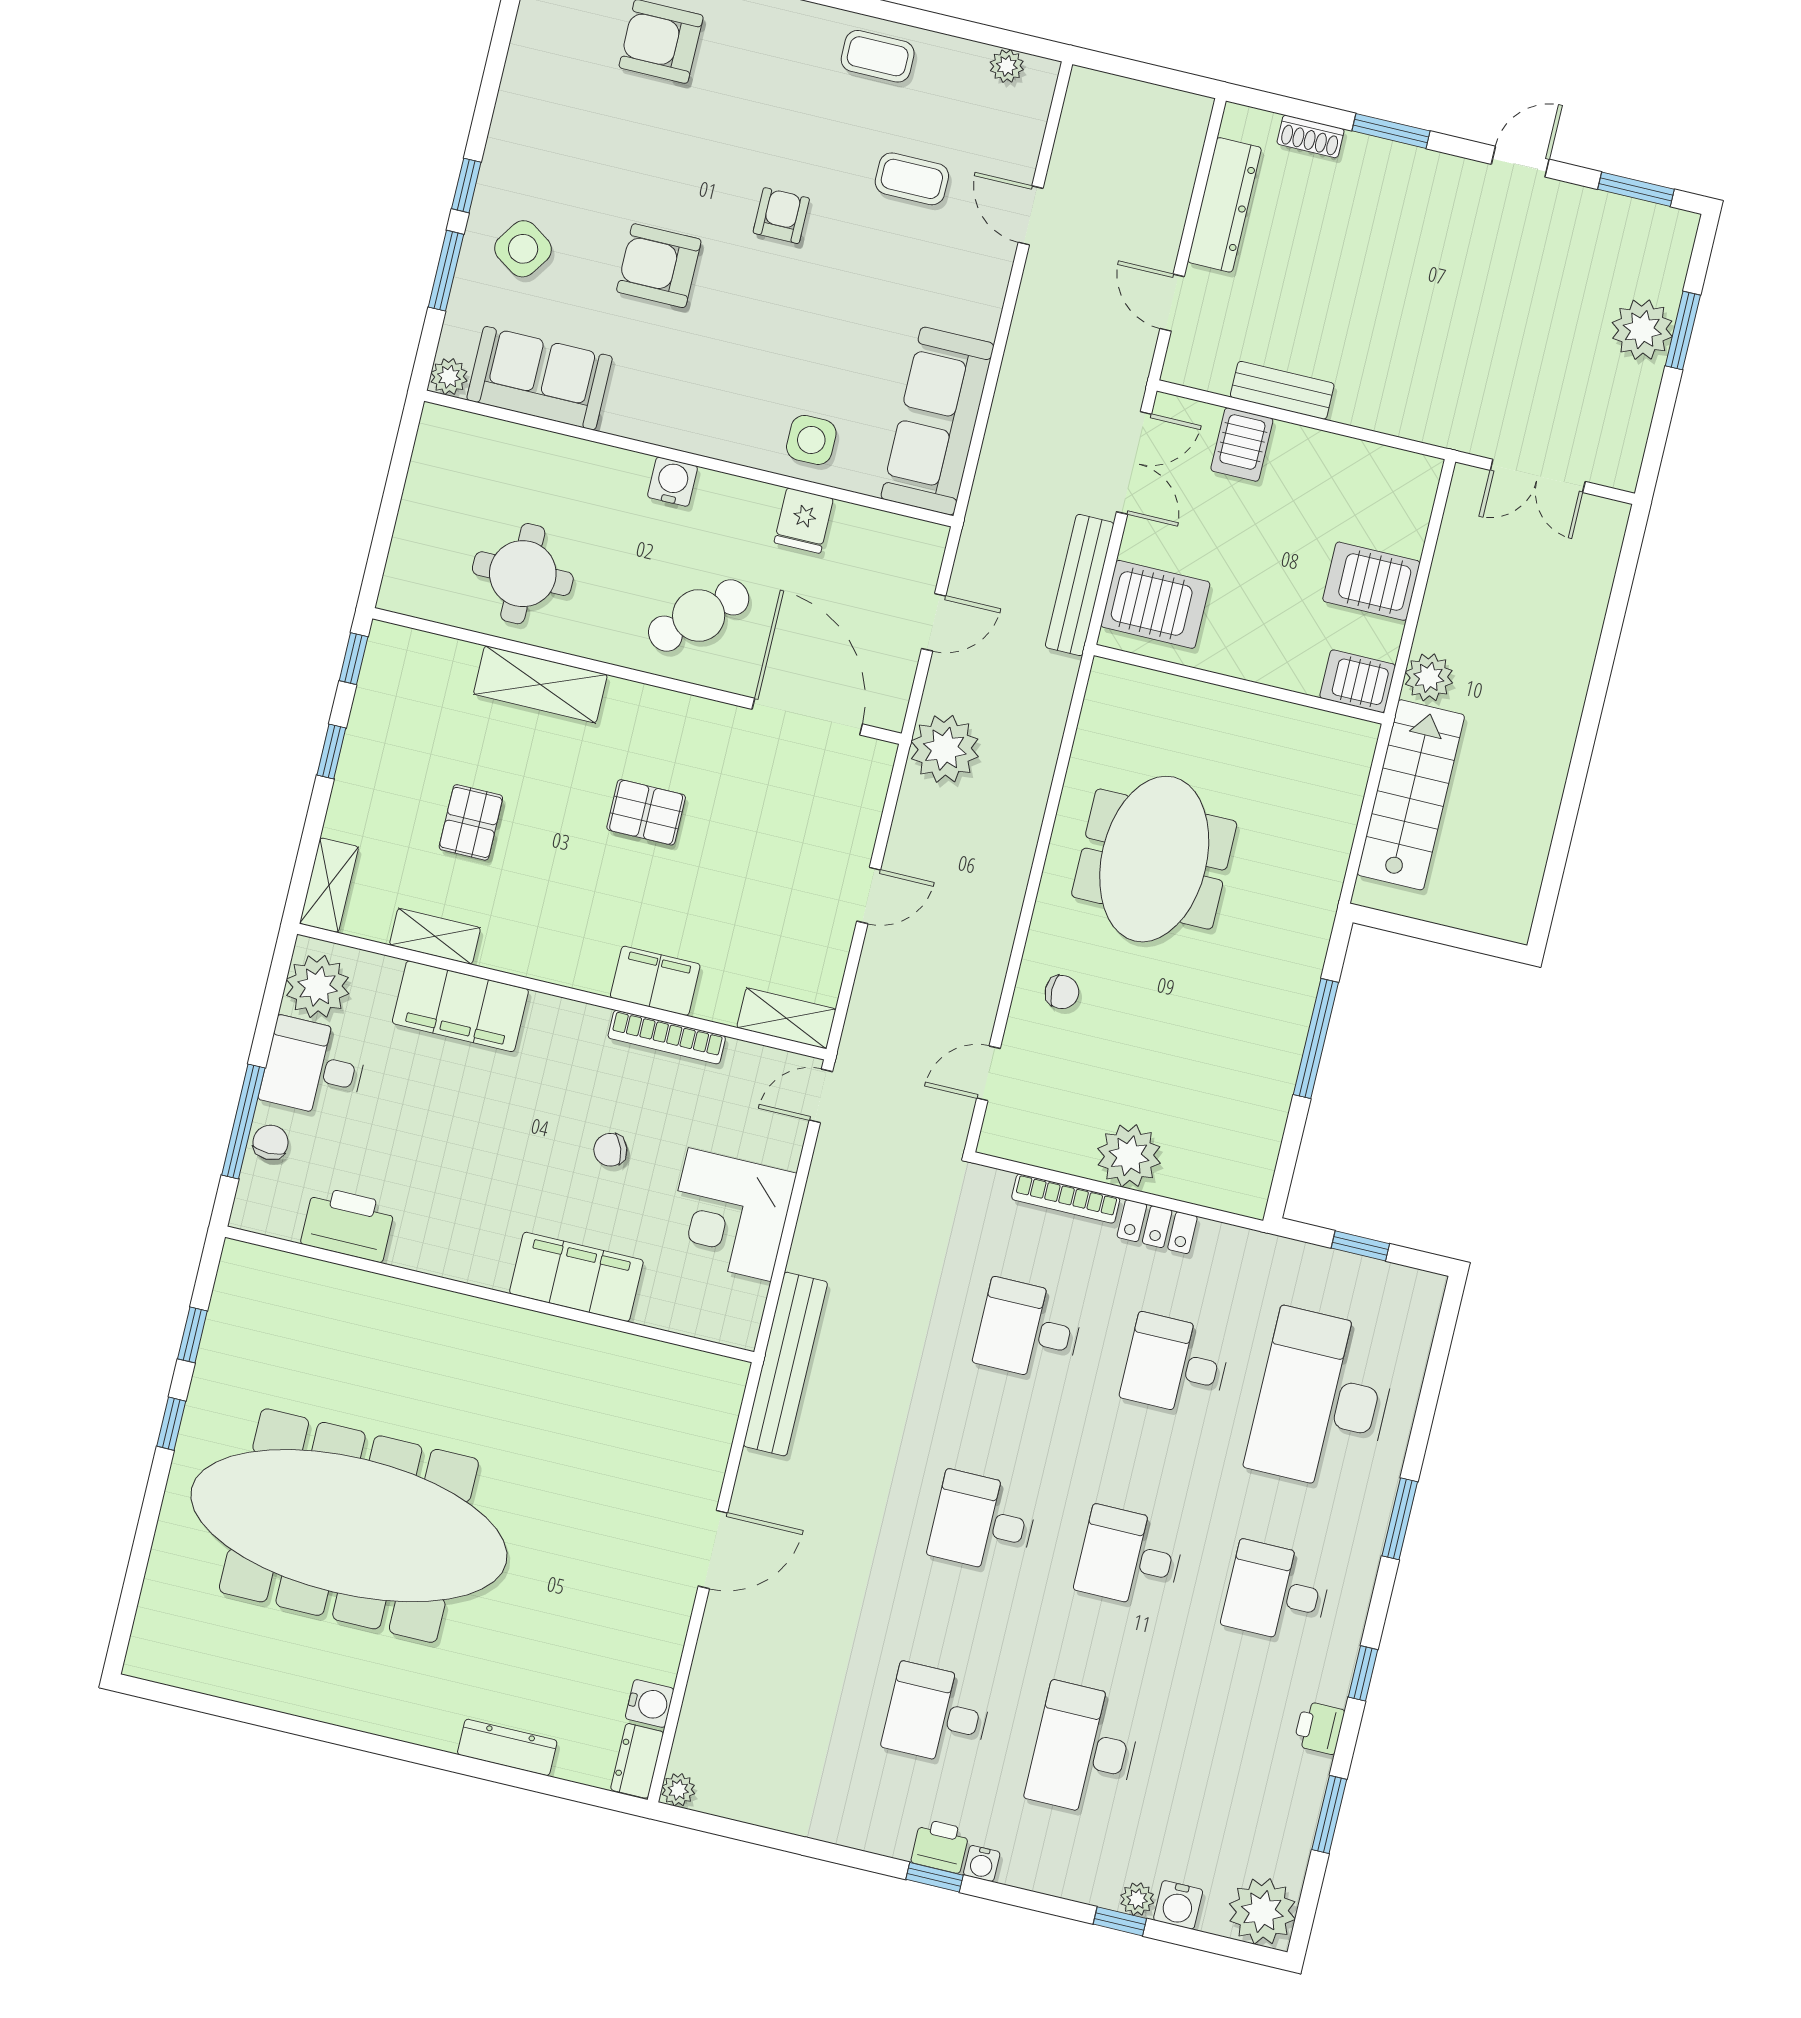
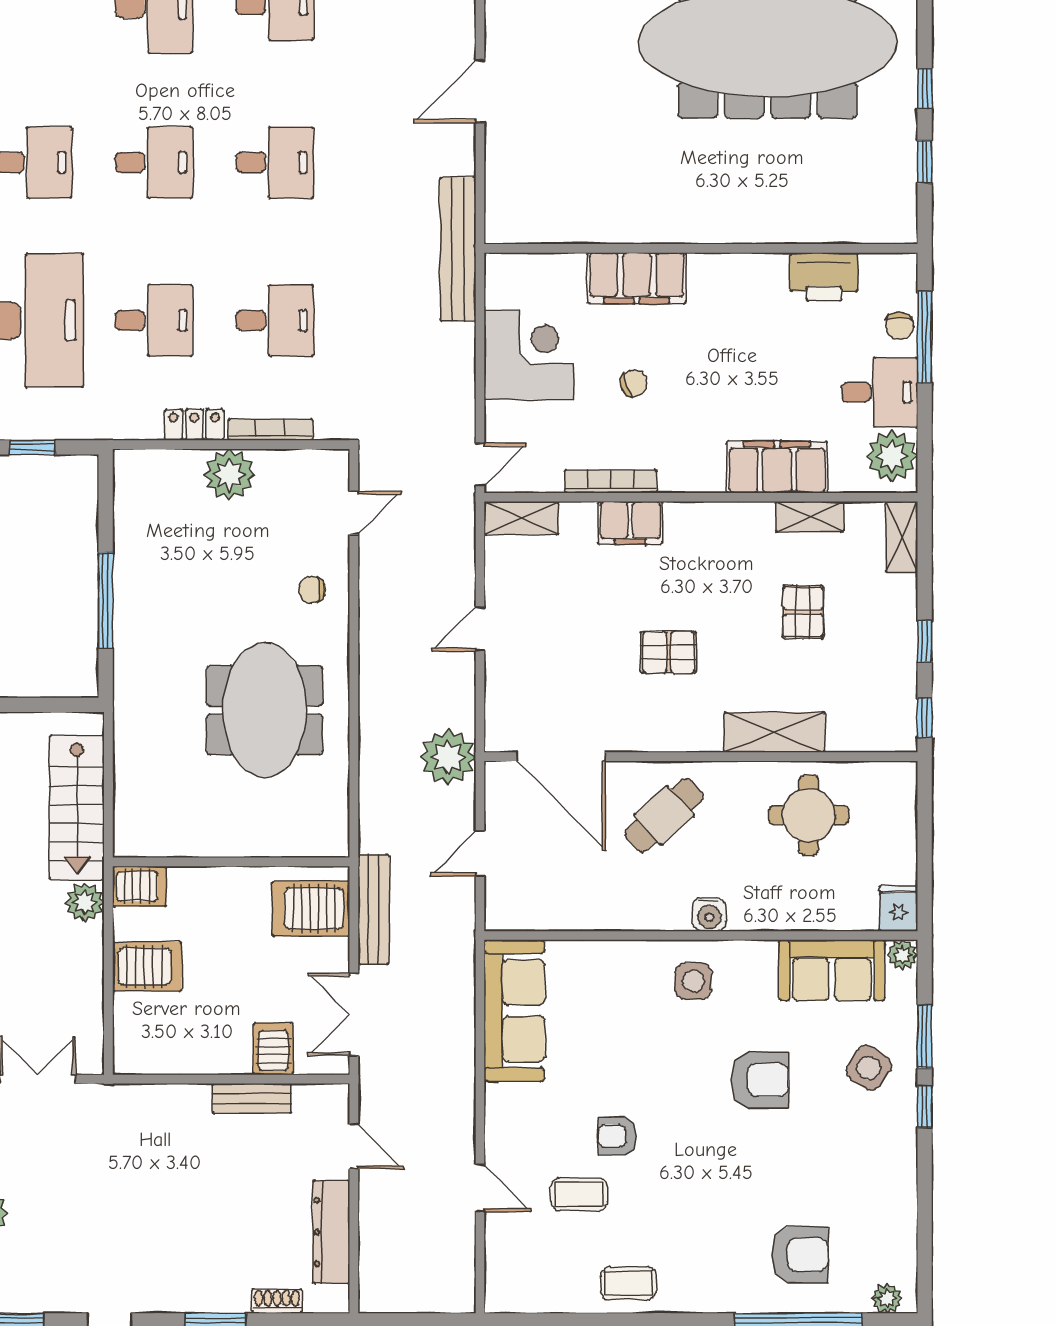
plant: (1007, 66) -> (526, 1300), removed
armchair: (781, 216) -> (617, 1136), moved, turned 90
side table: (811, 440) -> (693, 981), moved
fridge: (804, 521) -> (898, 908), moved

